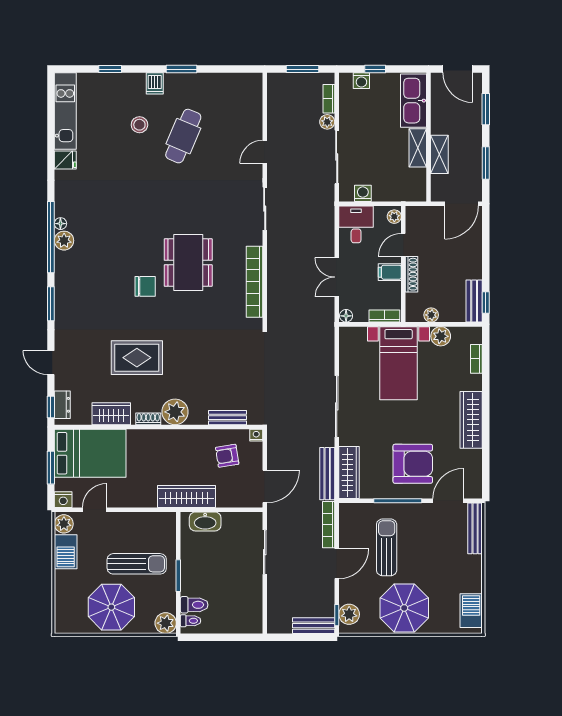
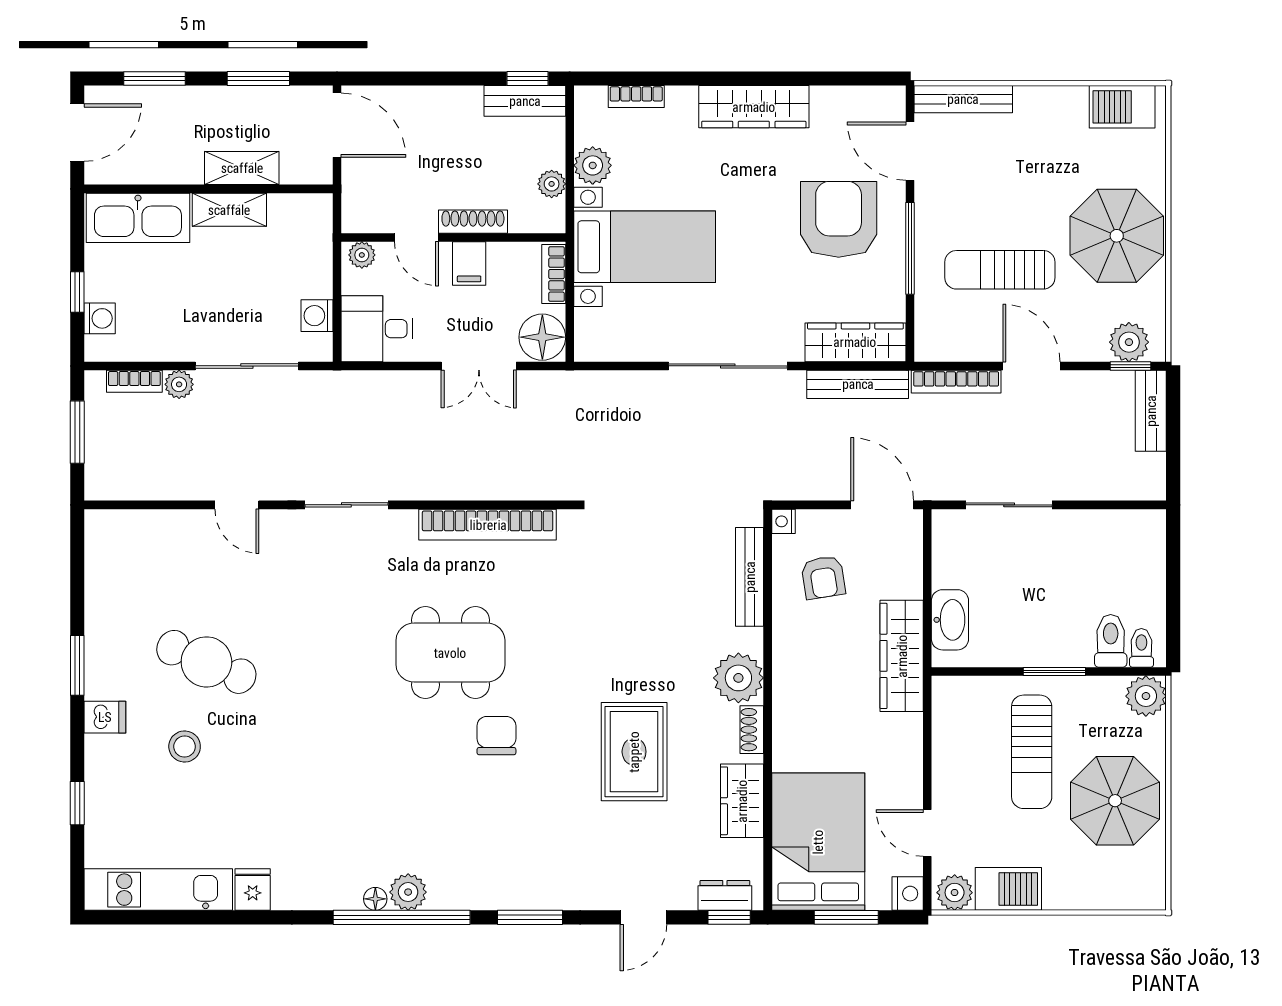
floor lamp: (346, 316) -> (542, 337), width x1.89, depth x1.89
bench: (227, 418) -> (750, 577), width x1.36
sun lounger: (137, 564) -> (1032, 752), turned 180

